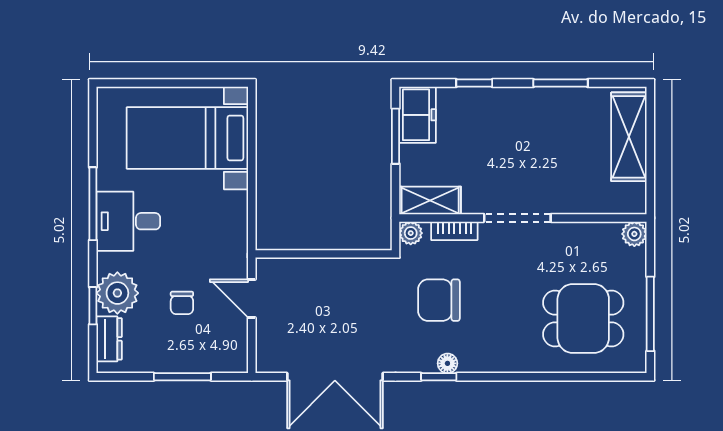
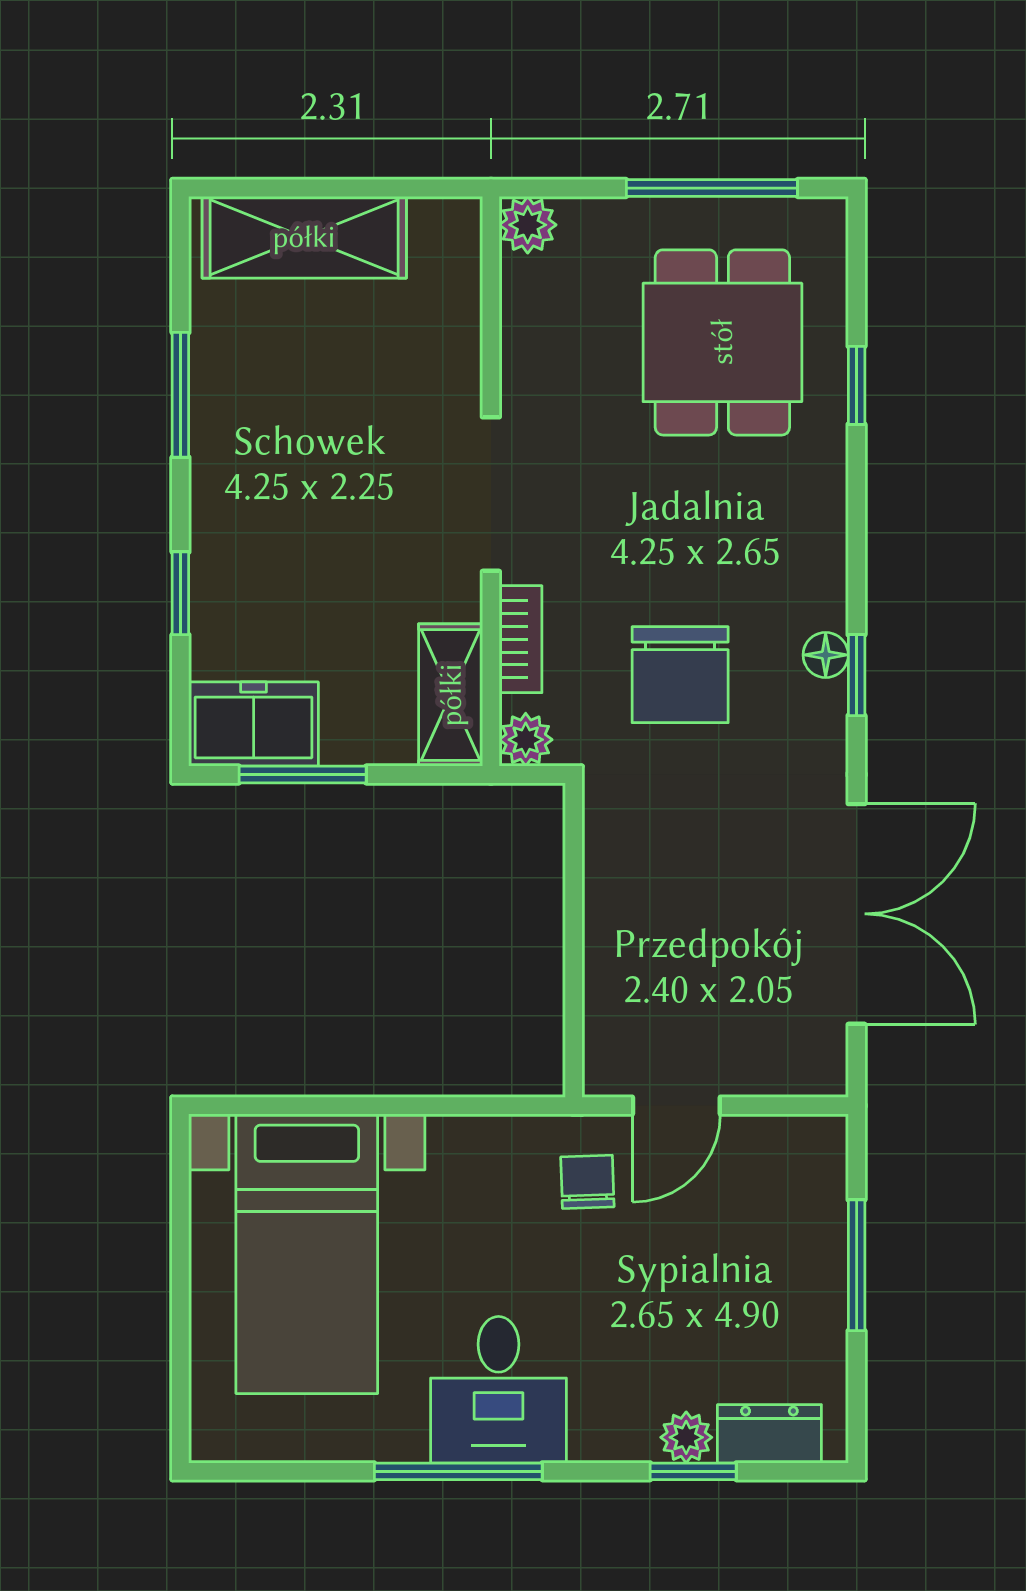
plant: (117, 293) -> (686, 1437), width x0.53, depth x0.53
chair: (182, 303) -> (587, 1182), moved, turned -92
window: (565, 377) -> (857, 385), added

